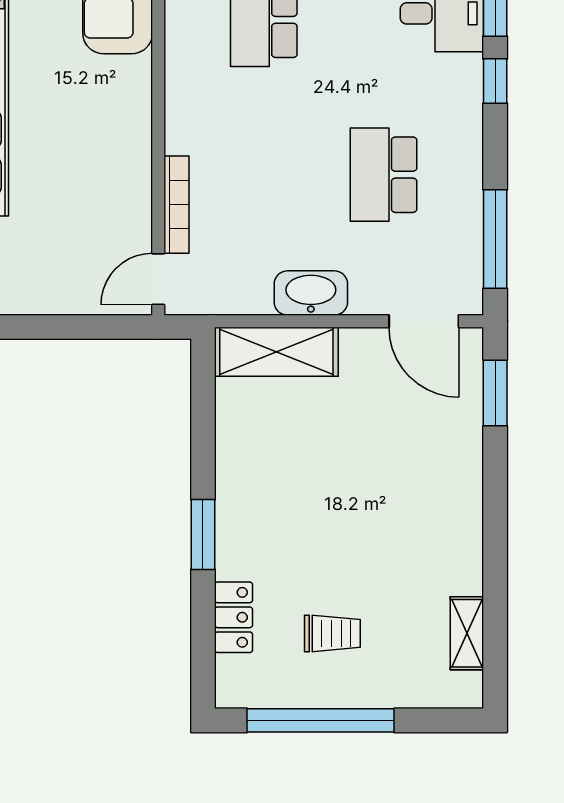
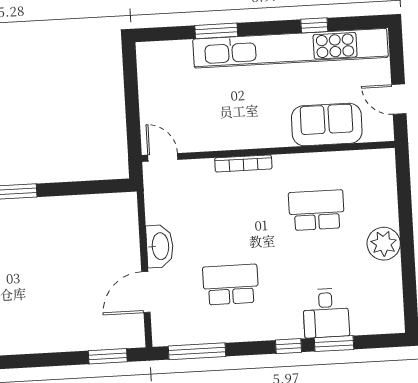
bookcase: (177, 205) -> (243, 163), moved
door: (424, 321) -> (146, 292), moved
shelving: (276, 352) -> (125, 228), removed

